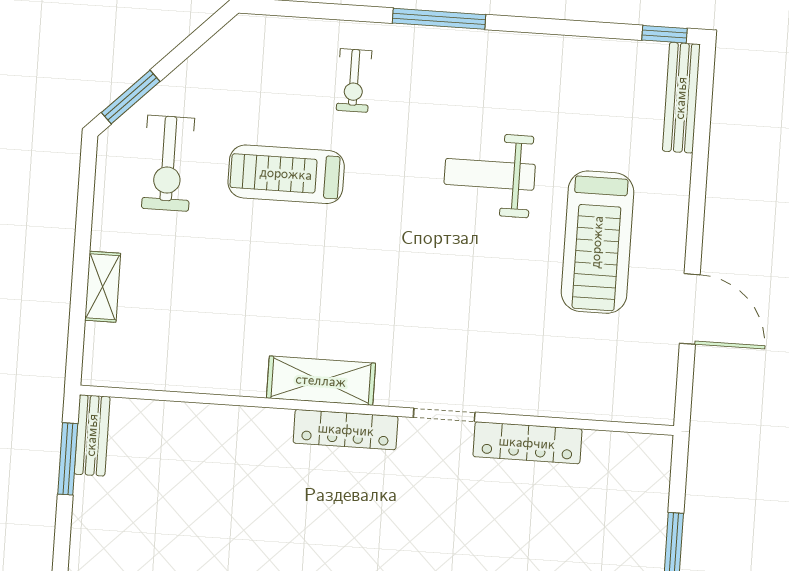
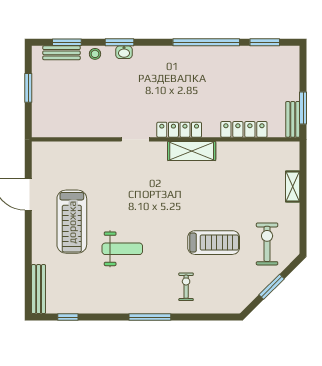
window: (665, 34) -> (68, 317), moved
window: (131, 97) -> (272, 287), moved
treadmill: (597, 242) -> (72, 222), turned 180
locker: (527, 443) -> (244, 129), moved

